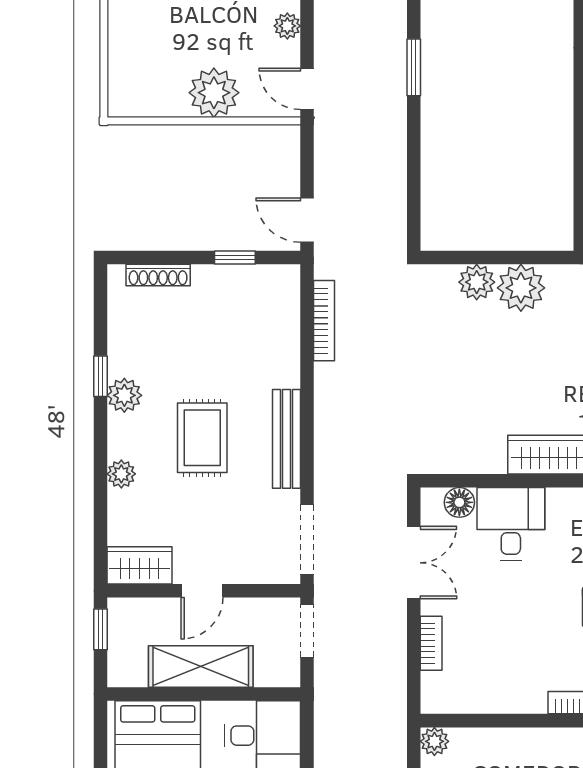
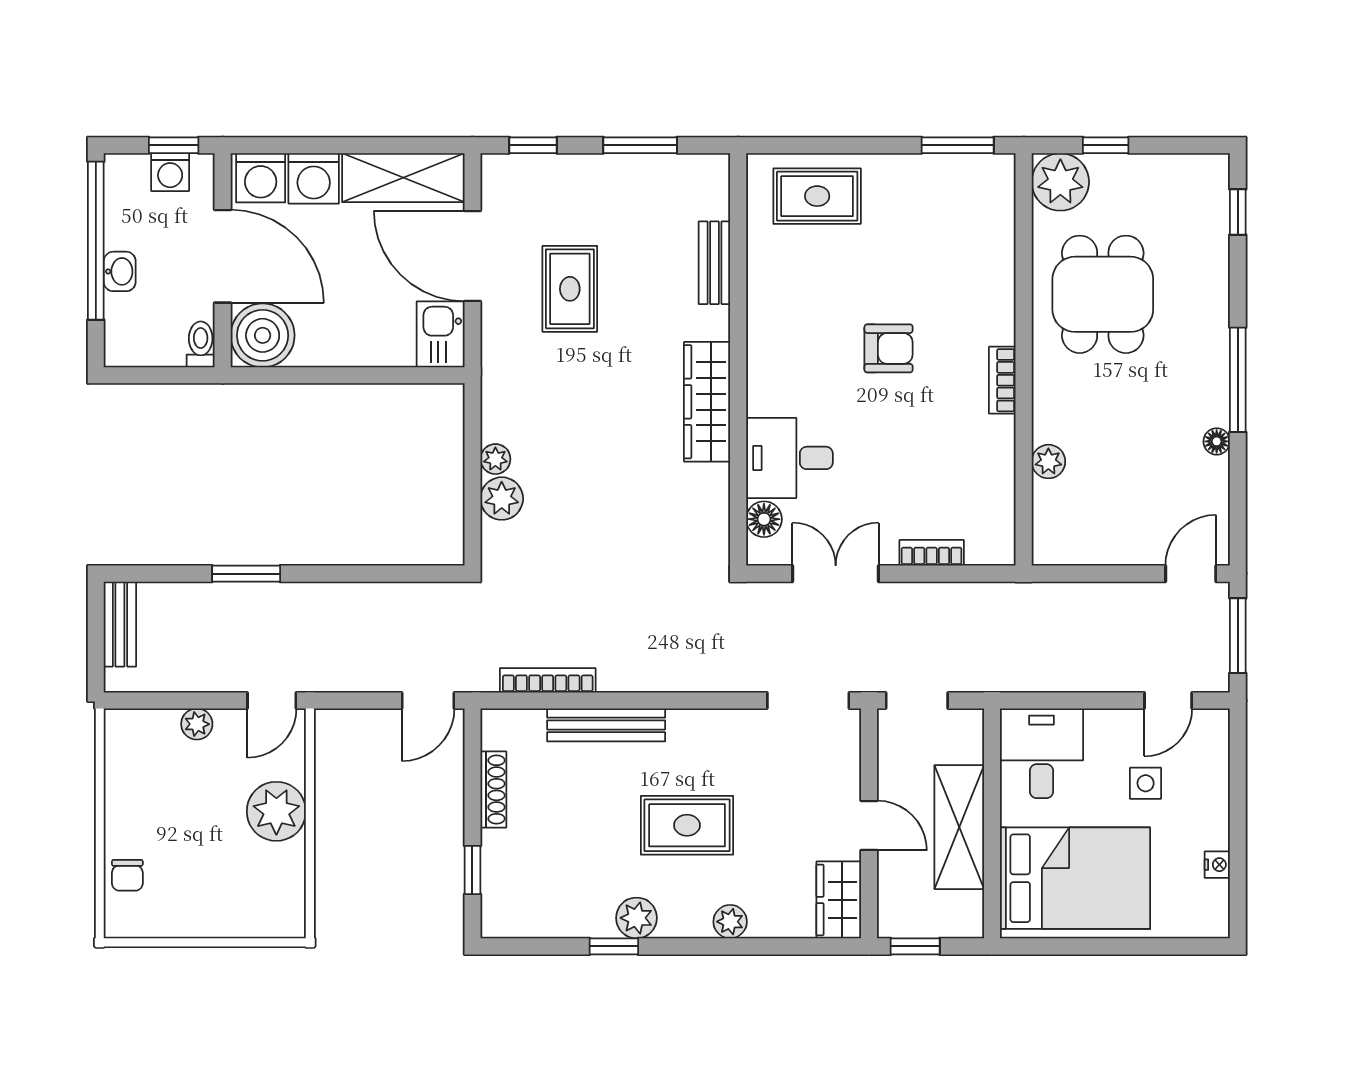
window: (235, 257) -> (472, 870), moved
shoe rack: (158, 275) -> (493, 790), moved
plant: (521, 288) -> (495, 459), width x0.53, depth x0.53
bench: (287, 439) -> (606, 725), moved
plant: (434, 741) -> (1048, 462), moved

